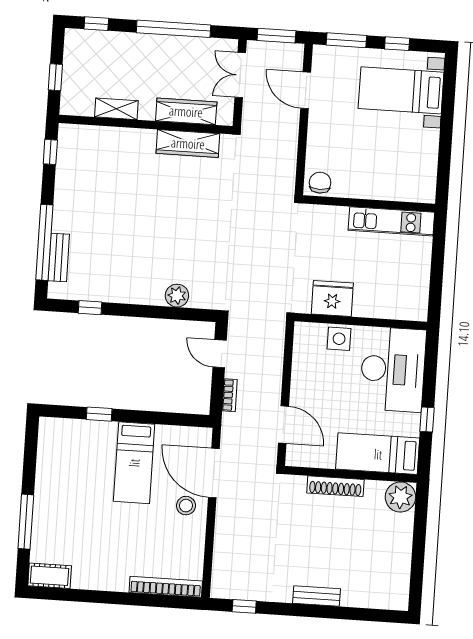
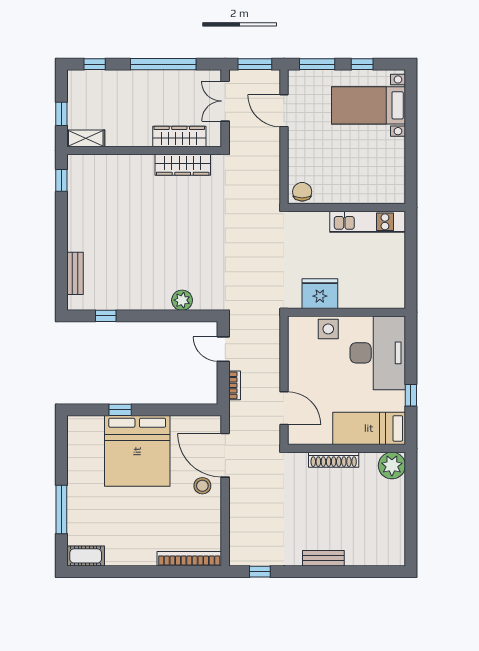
shelving: (116, 109) -> (86, 138), moved
window: (44, 242) -> (61, 261), removed
bed: (134, 463) -> (137, 451), width x2.04

